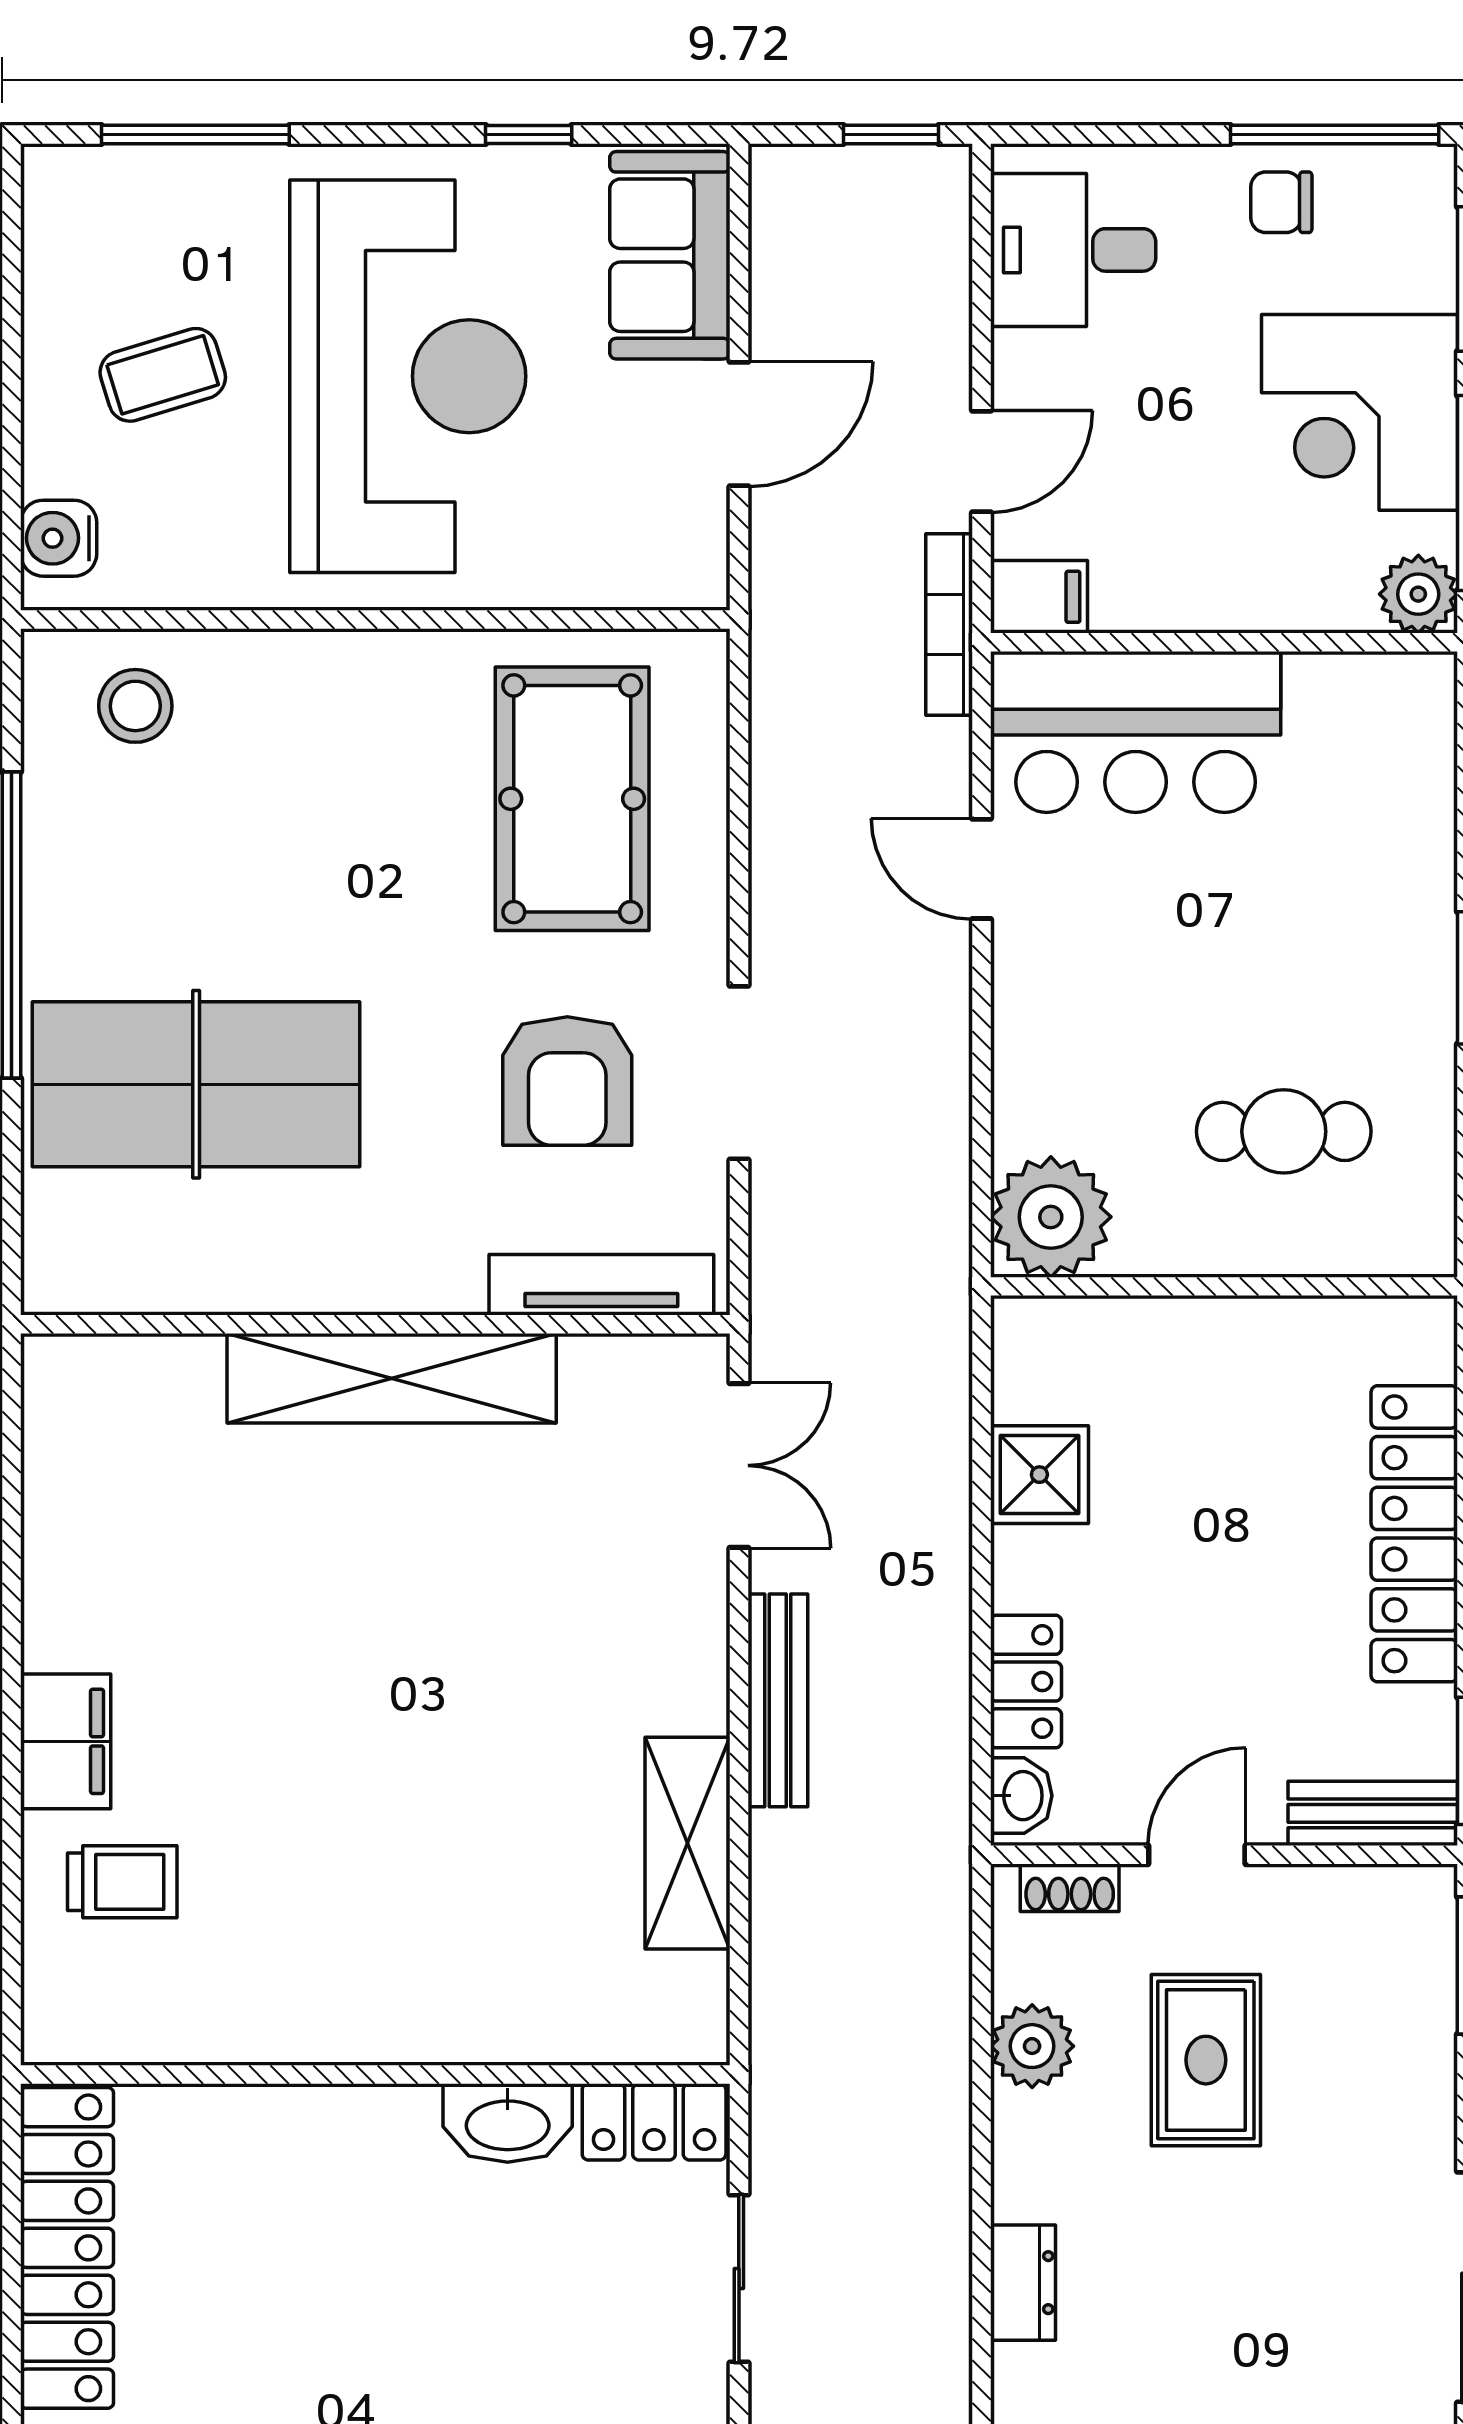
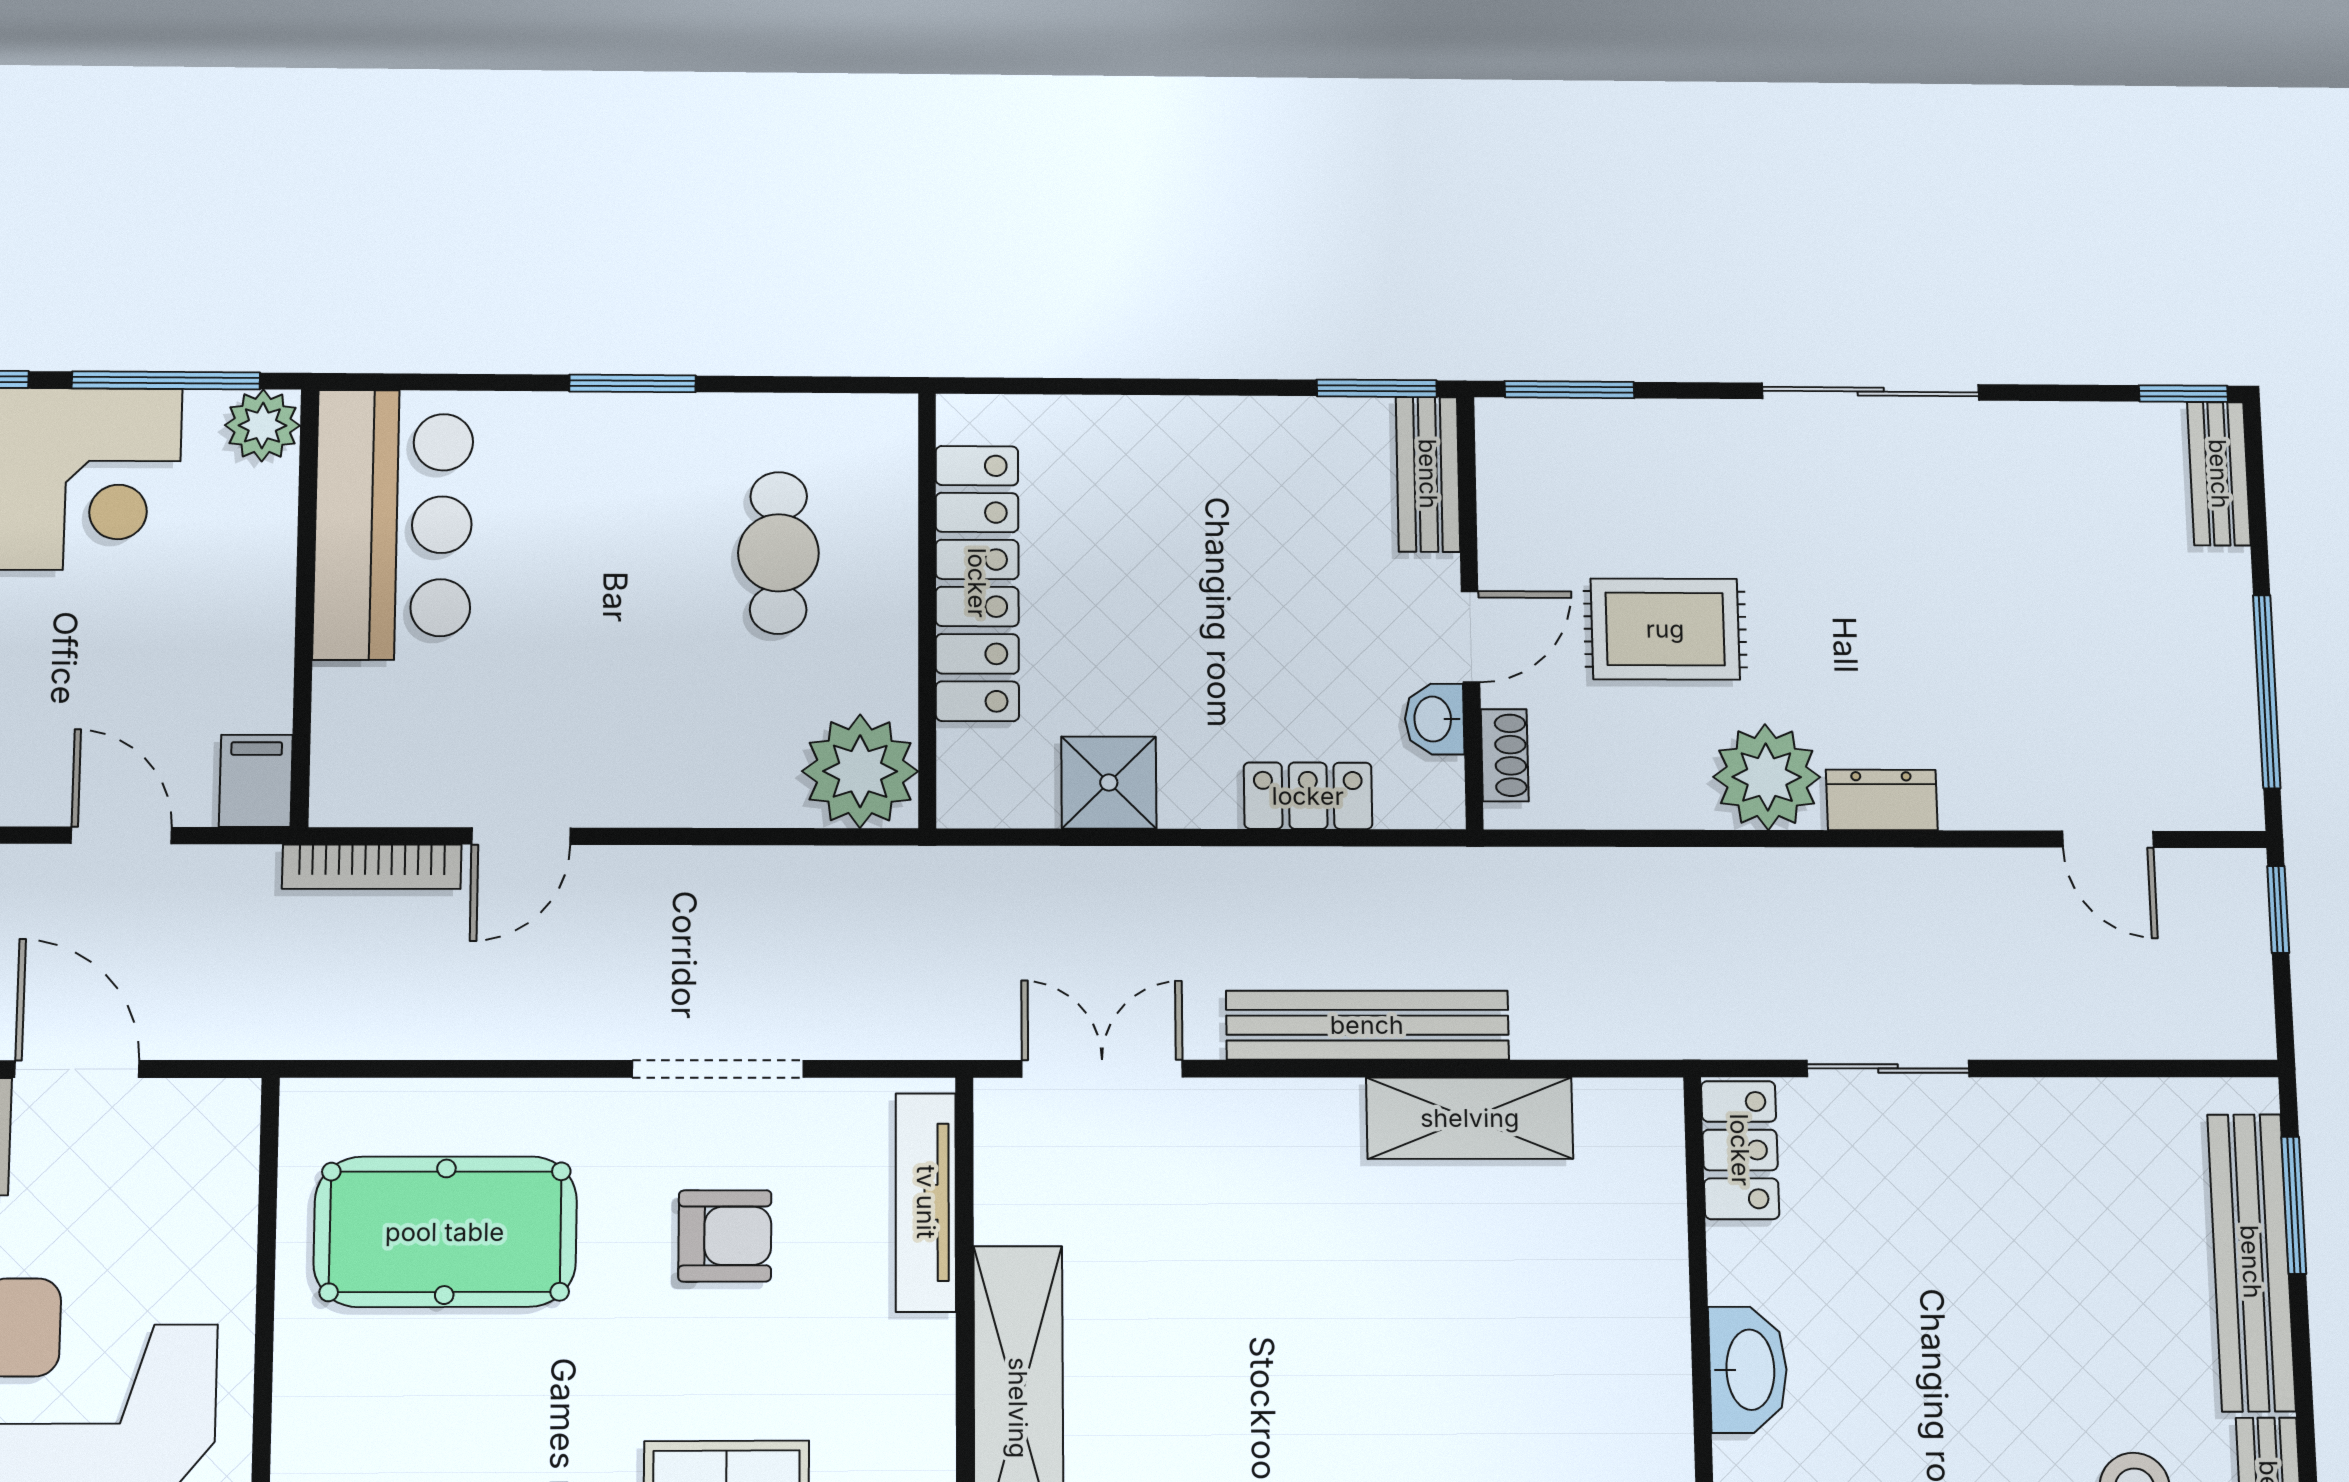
bookcase: (949, 625) -> (372, 867), moved
bar counter: (1136, 732) -> (393, 524), moved
armchair: (567, 1081) -> (725, 1236), width x0.72, depth x0.72
locker: (1414, 1534) -> (977, 583), moved, turned -90
bench: (778, 1700) -> (1367, 1025), width x1.37, depth x1.21
washbasin: (1021, 1796) -> (1434, 719), moved, turned -90
door: (1197, 1855) -> (1471, 637), swing flipped
plant: (1032, 2046) -> (1767, 777), moved, width x1.36, depth x1.36
washbasin: (508, 2123) -> (1748, 1370), moved

